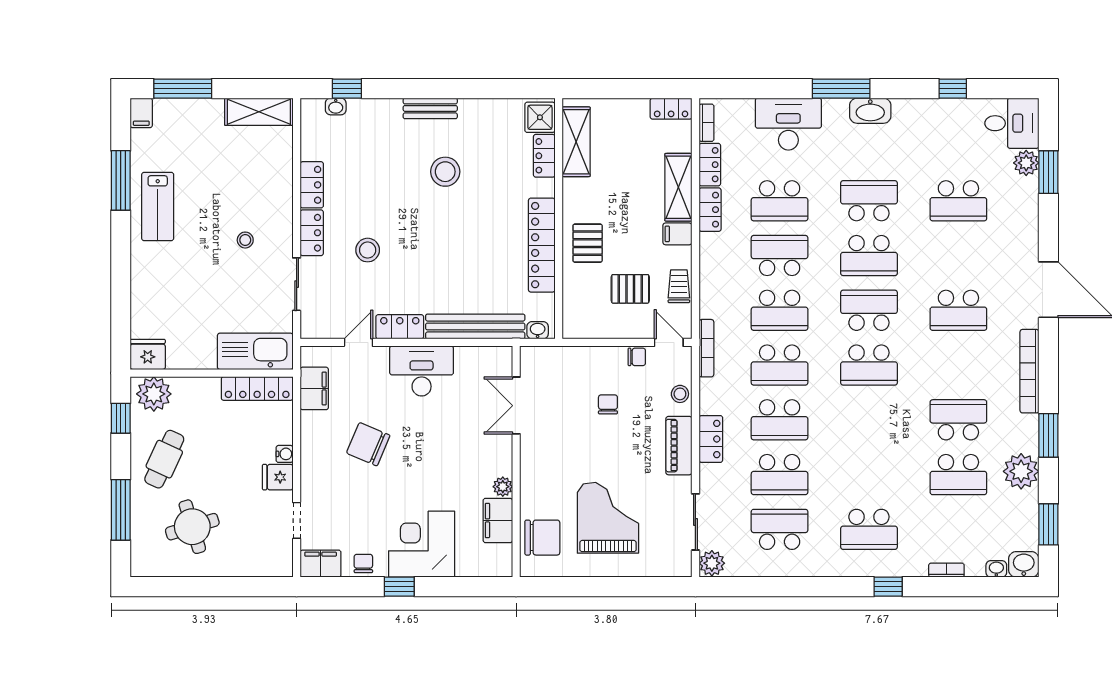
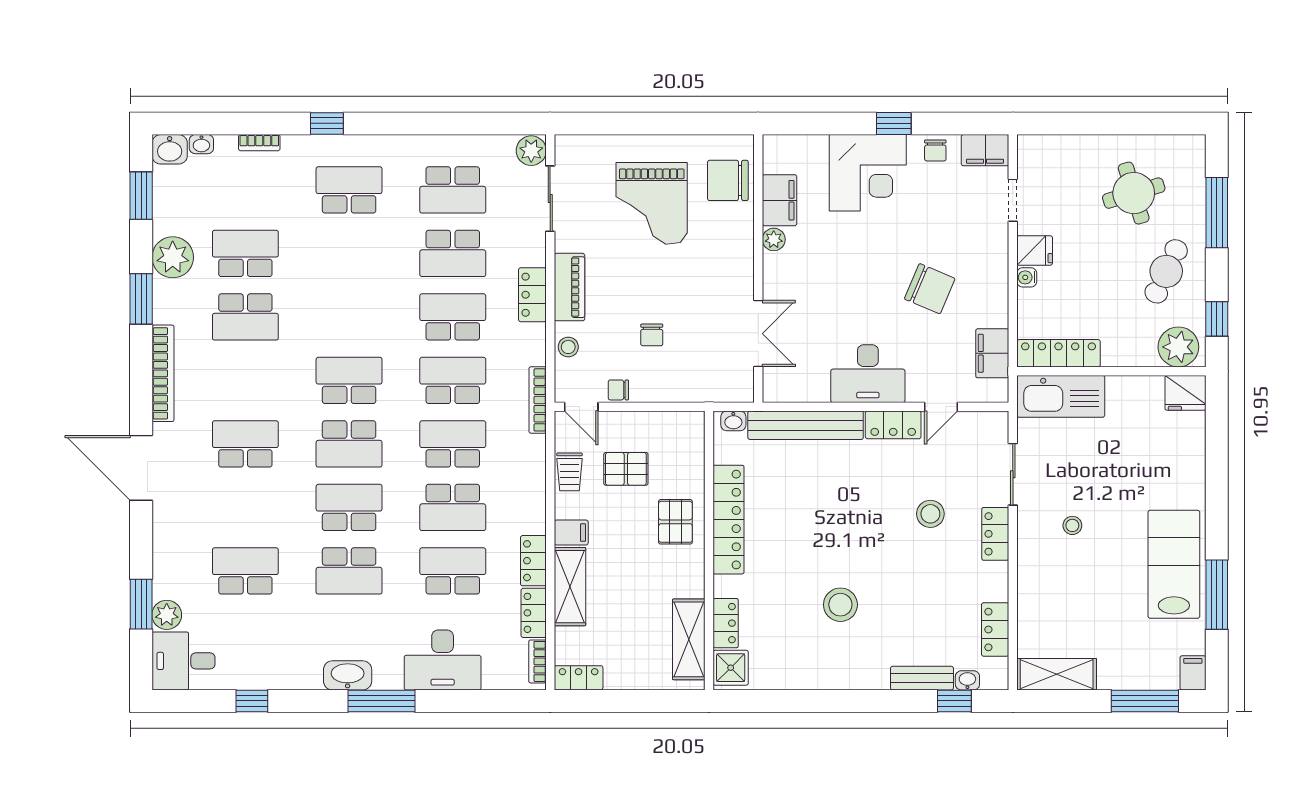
bench: (430, 108) -> (922, 678), moved
locker: (312, 185) -> (995, 630), moved
lab bench: (158, 207) -> (1174, 564), width x1.36, depth x1.39
school desk: (780, 475) -> (453, 253), turned 180

